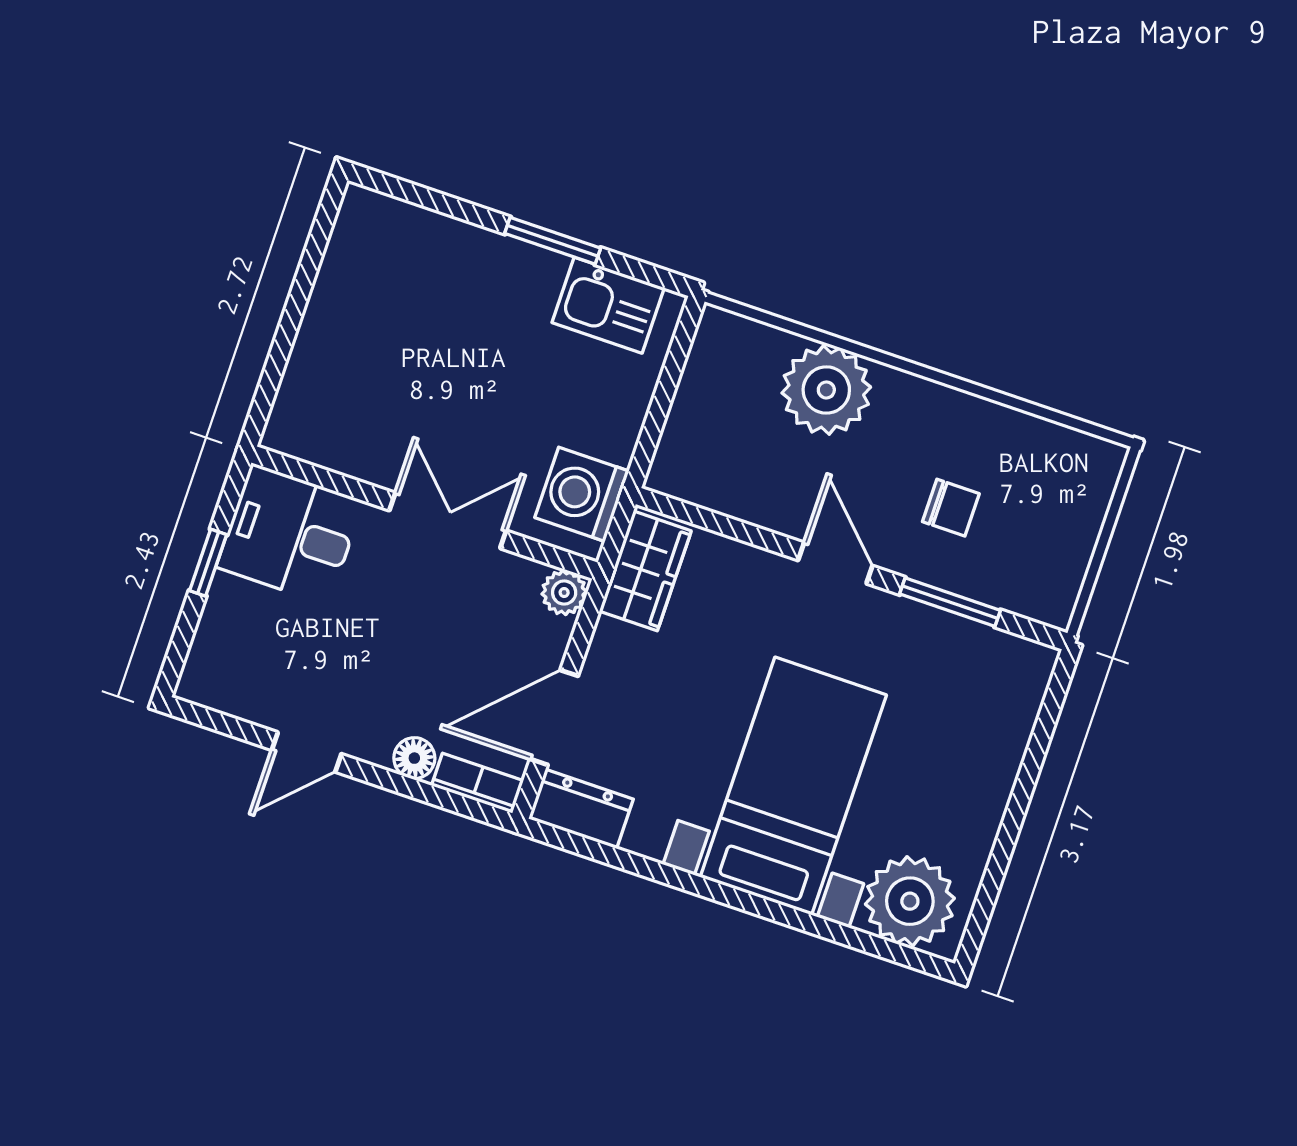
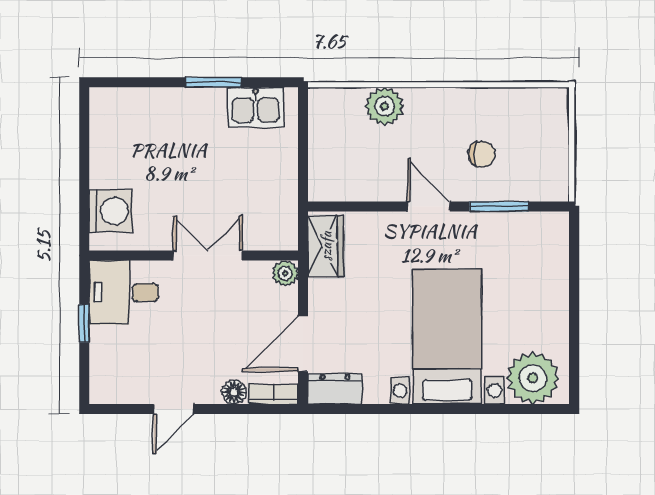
plant: (826, 390) -> (384, 106), width x0.73, depth x0.73
washing machine: (582, 494) -> (111, 211), moved, turned 180

